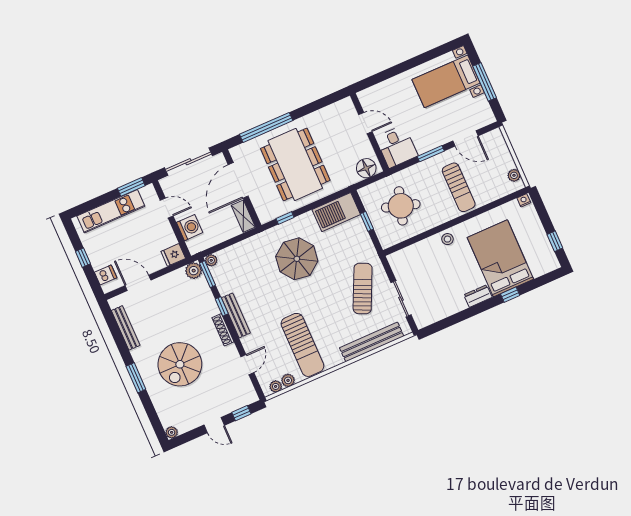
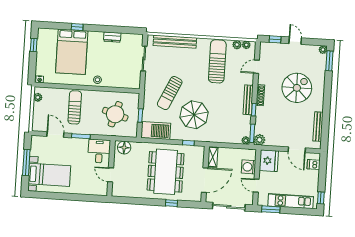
window: (266, 127) -> (172, 203), width x0.32
fridge: (173, 255) -> (269, 161), width x1.88, depth x1.34
window: (83, 258) -> (321, 198), moved
sun lounger: (363, 289) -> (170, 93), moved
dresser: (478, 296) -> (112, 37), moved
window: (136, 378) -> (329, 61), moved

